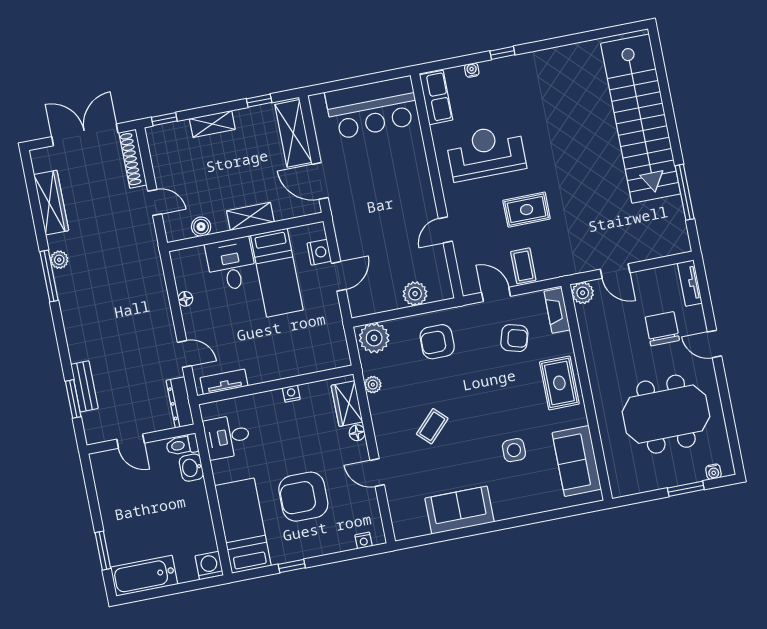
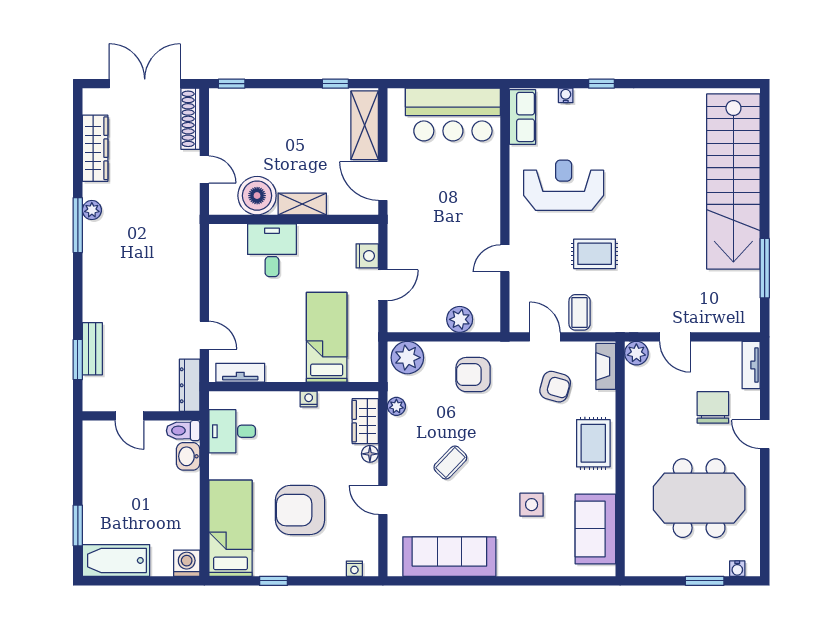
shelving: (212, 124) -> (281, 99), removed
boiler: (201, 227) -> (257, 196), width x1.86, depth x1.86
bed: (277, 273) -> (327, 337), moved, turned 180
floor lamp: (185, 299) -> (217, 277), removed
sofa: (459, 510) -> (449, 557), width x1.36

